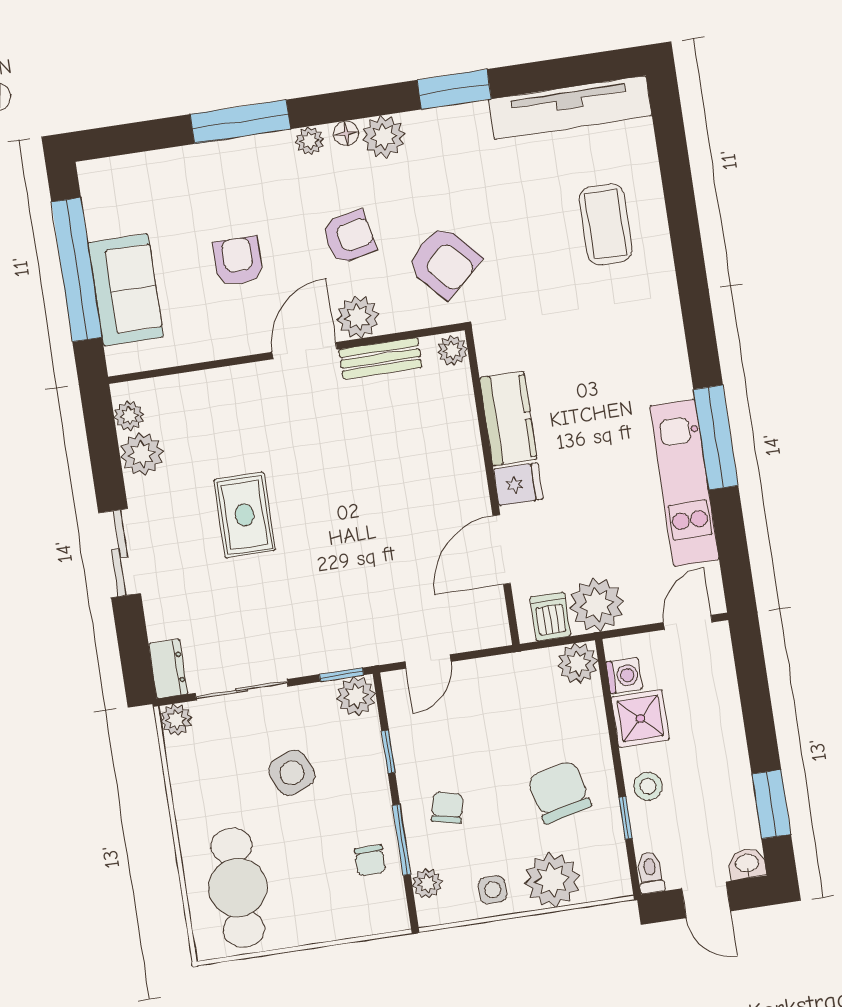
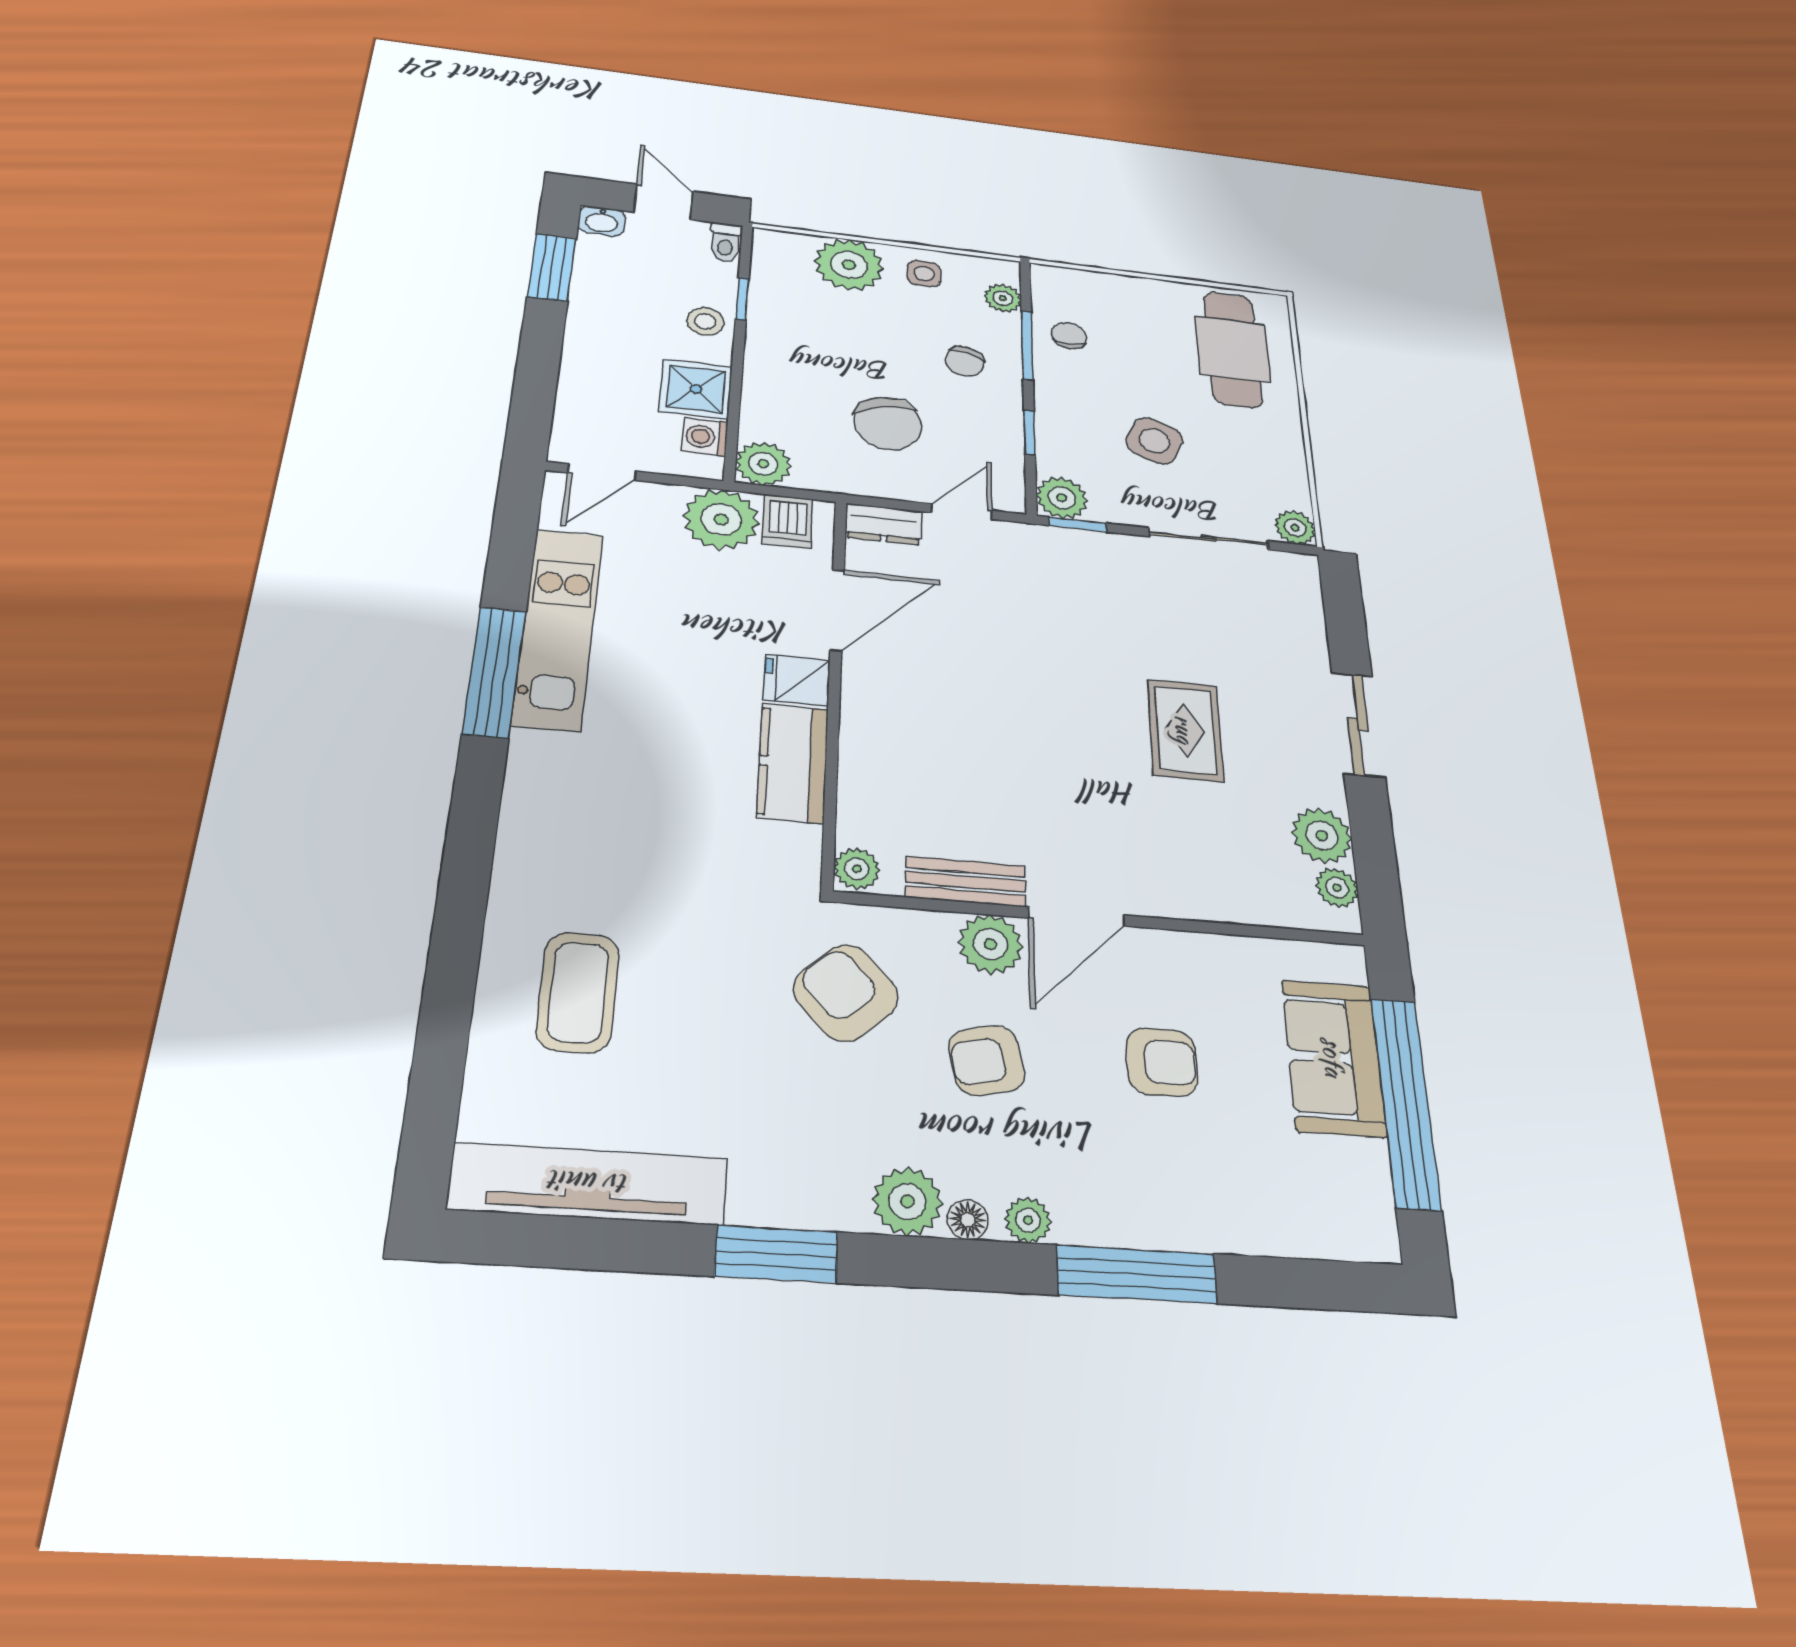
armchair: (238, 261) -> (1162, 1062), turned -90
dresser: (168, 669) -> (884, 524), moved, turned -90
side table: (292, 773) -> (1154, 441), turned 45
chair: (559, 792) -> (888, 424), moved

